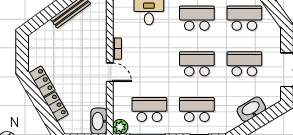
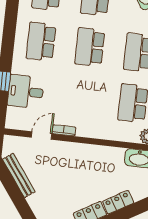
door: (110, 72) -> (42, 136), moved

